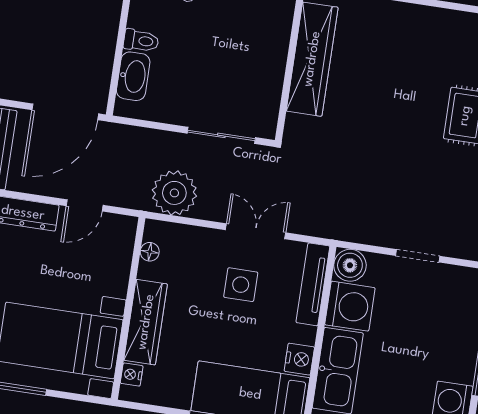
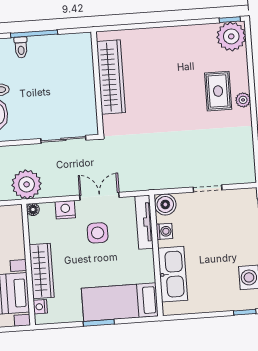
plant: (174, 193) -> (27, 184), moved
floor lamp: (150, 252) -> (33, 209), moved
washing machine: (350, 306) -> (164, 231), width x0.53, depth x0.53
nightstand: (299, 359) -> (65, 210), moved, turned -90

